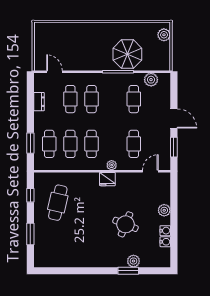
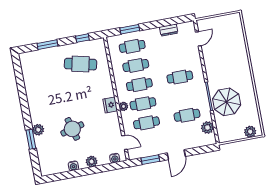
cafe table: (70, 99) -> (143, 104), moved
round table: (125, 224) -> (72, 129), turned -37
water cooler: (165, 242) -> (115, 158), moved
plant: (133, 261) -> (38, 130), moved

